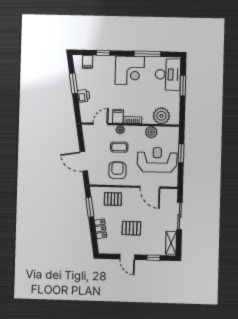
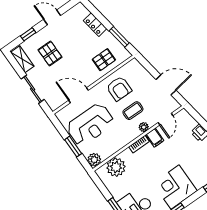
plant: (151, 132) -> (94, 160), moved
door: (84, 161) -> (166, 85), moved
pallet: (131, 228) -> (50, 53), moved, turned 90

